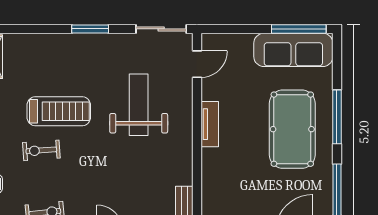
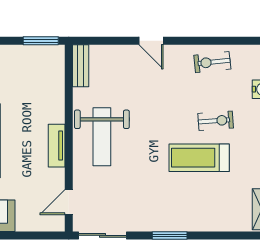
weight bench: (139, 105) -> (102, 137), moved

